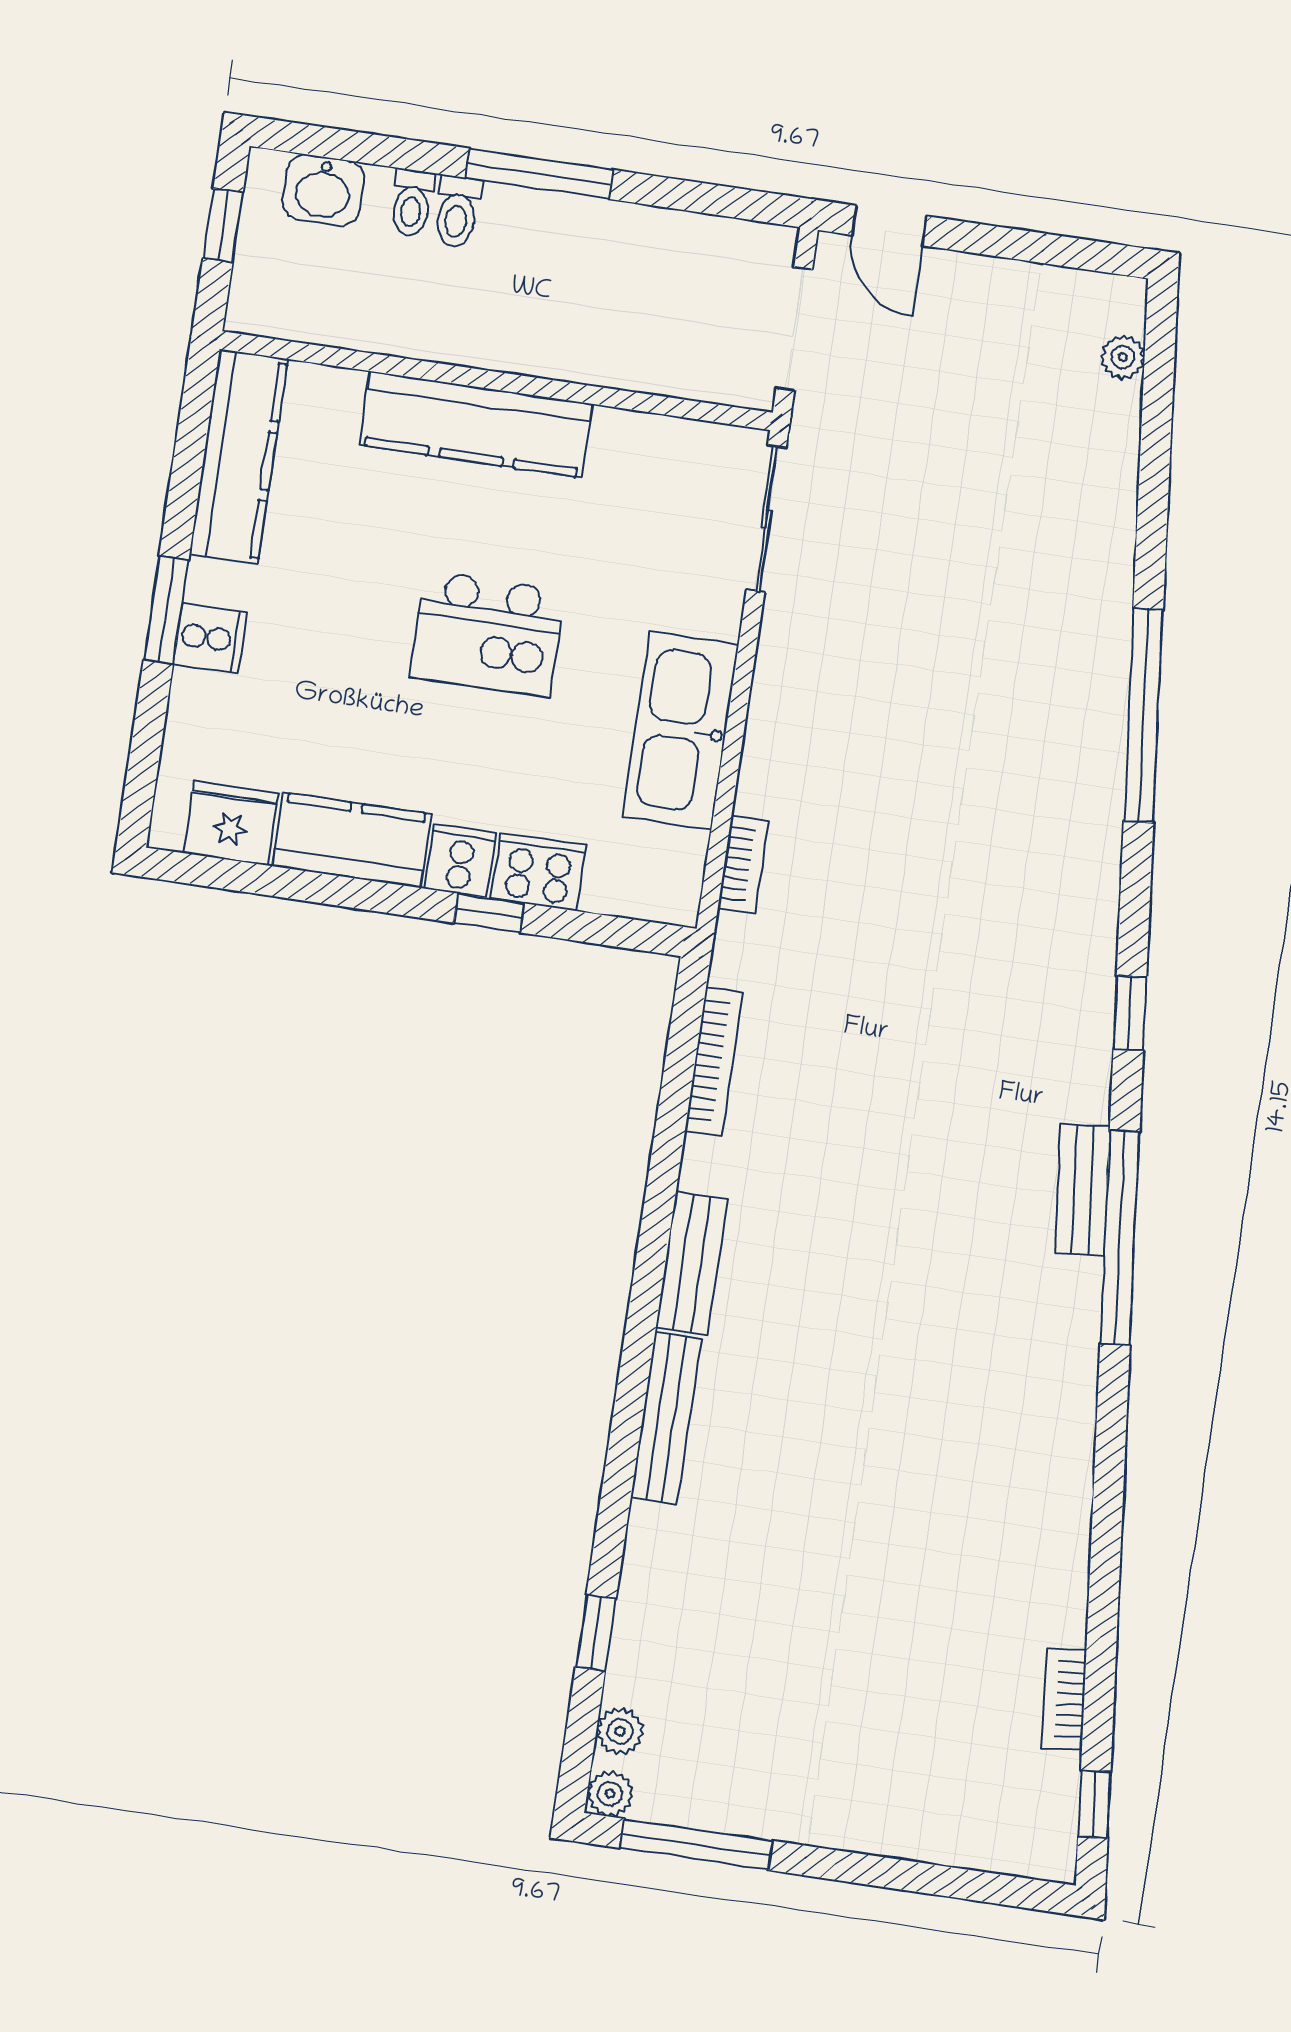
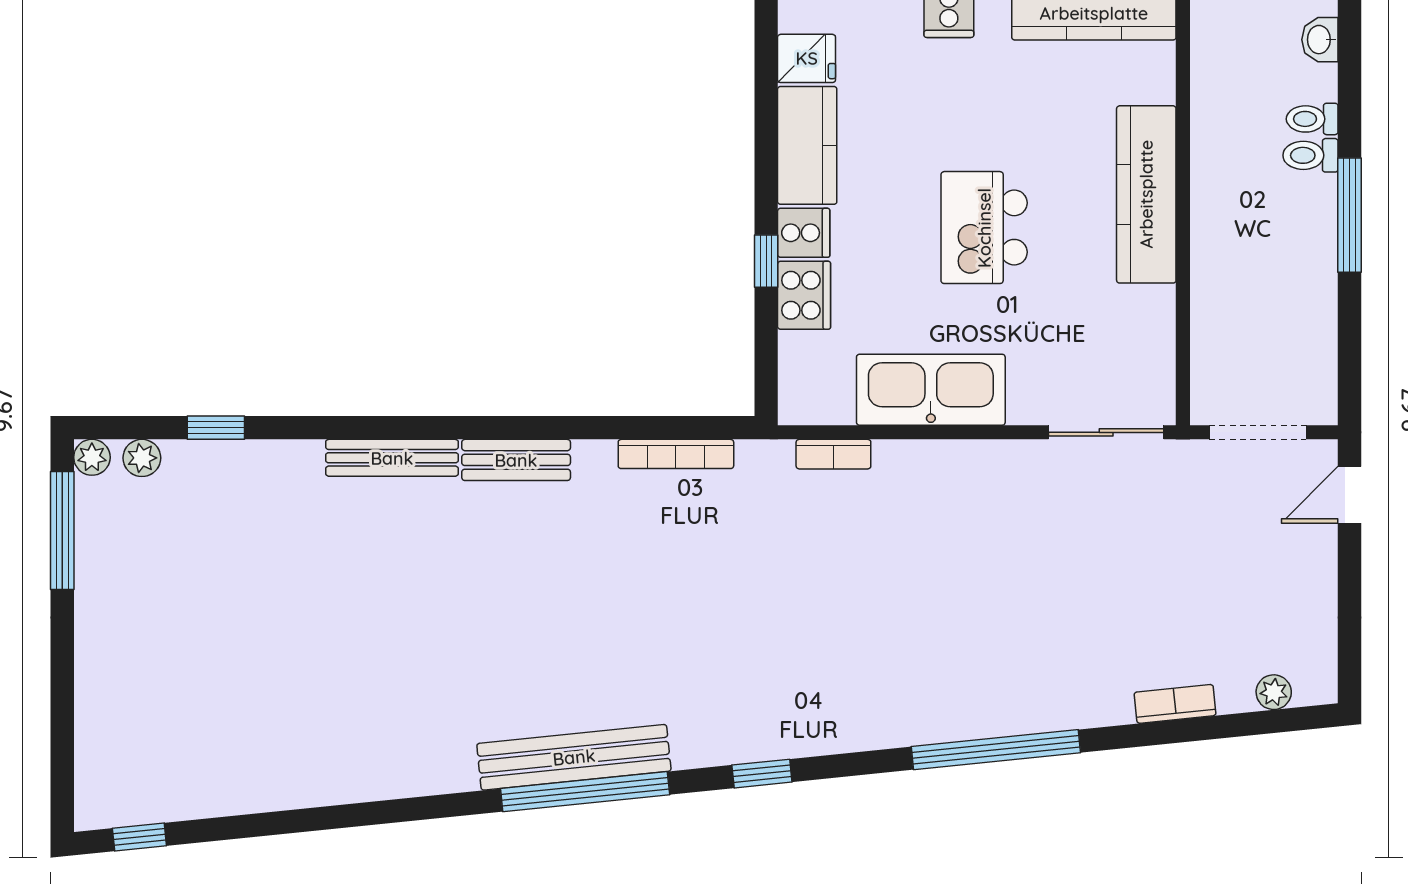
washbasin: (323, 190) -> (1320, 40), width x0.72, depth x0.69
fridge: (231, 823) -> (807, 58), width x0.72
bench: (1083, 1190) -> (574, 757), width x1.86, depth x1.21
bookcase: (1064, 1699) -> (1175, 704), moved

